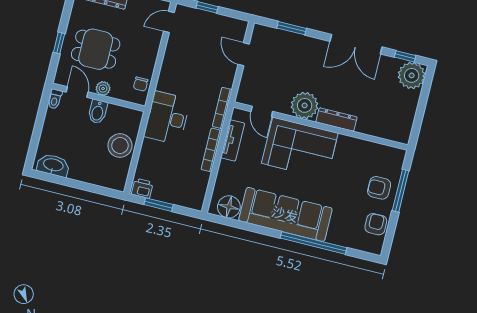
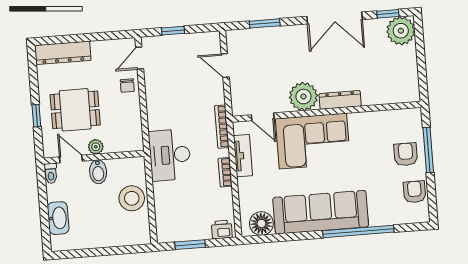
chair: (141, 84) -> (127, 86), moved
bookcase: (212, 150) -> (225, 172), width x0.64
washbasin: (53, 165) -> (58, 218), moved, turned 90
printer: (142, 188) -> (222, 230), moved
armchair: (379, 188) -> (406, 154), turned 90

